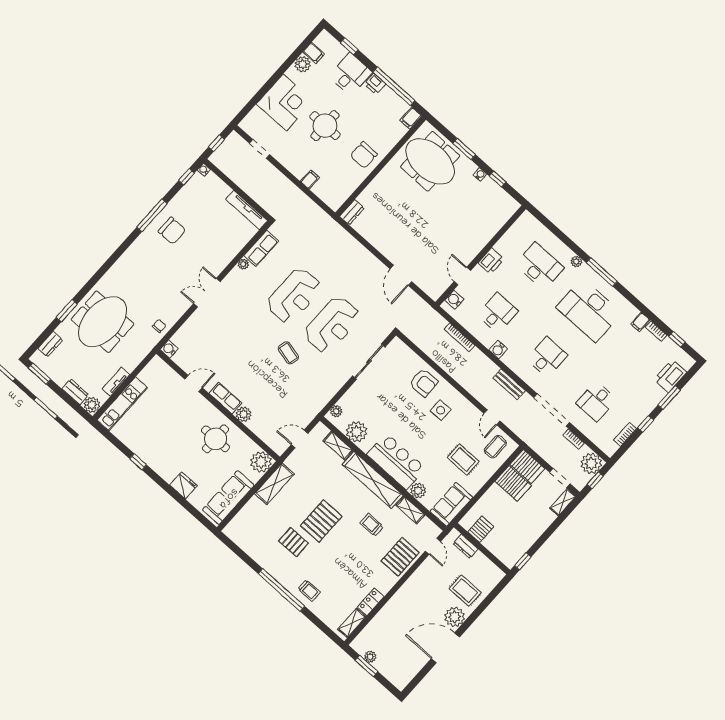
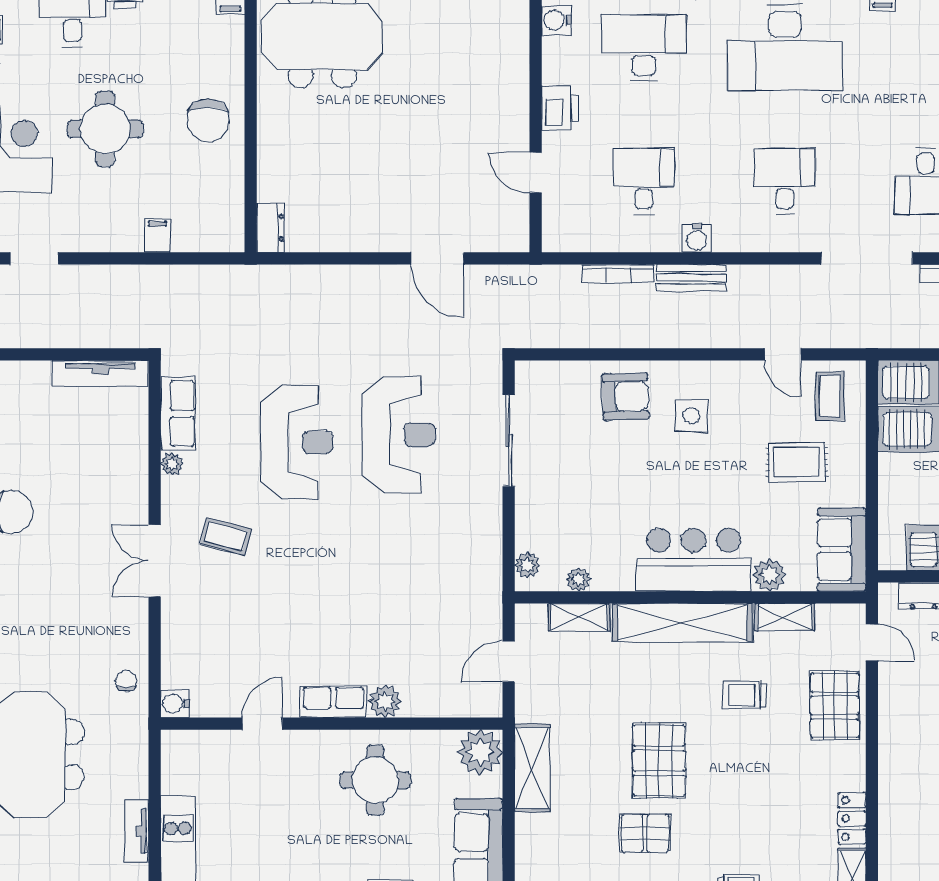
water cooler: (454, 300) -> (556, 20), moved
coffee table: (288, 353) -> (226, 536), moved
bench: (509, 384) -> (691, 278), moved
plant: (357, 432) -> (578, 580), width x0.53, depth x0.53

